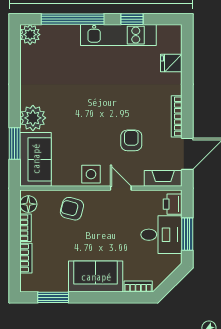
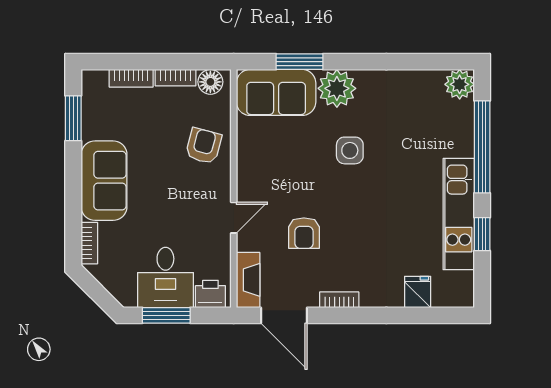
bookcase: (177, 116) -> (339, 300), width x0.64
armchair: (131, 140) -> (304, 233), turned 90
side table: (91, 174) -> (350, 150), moved

